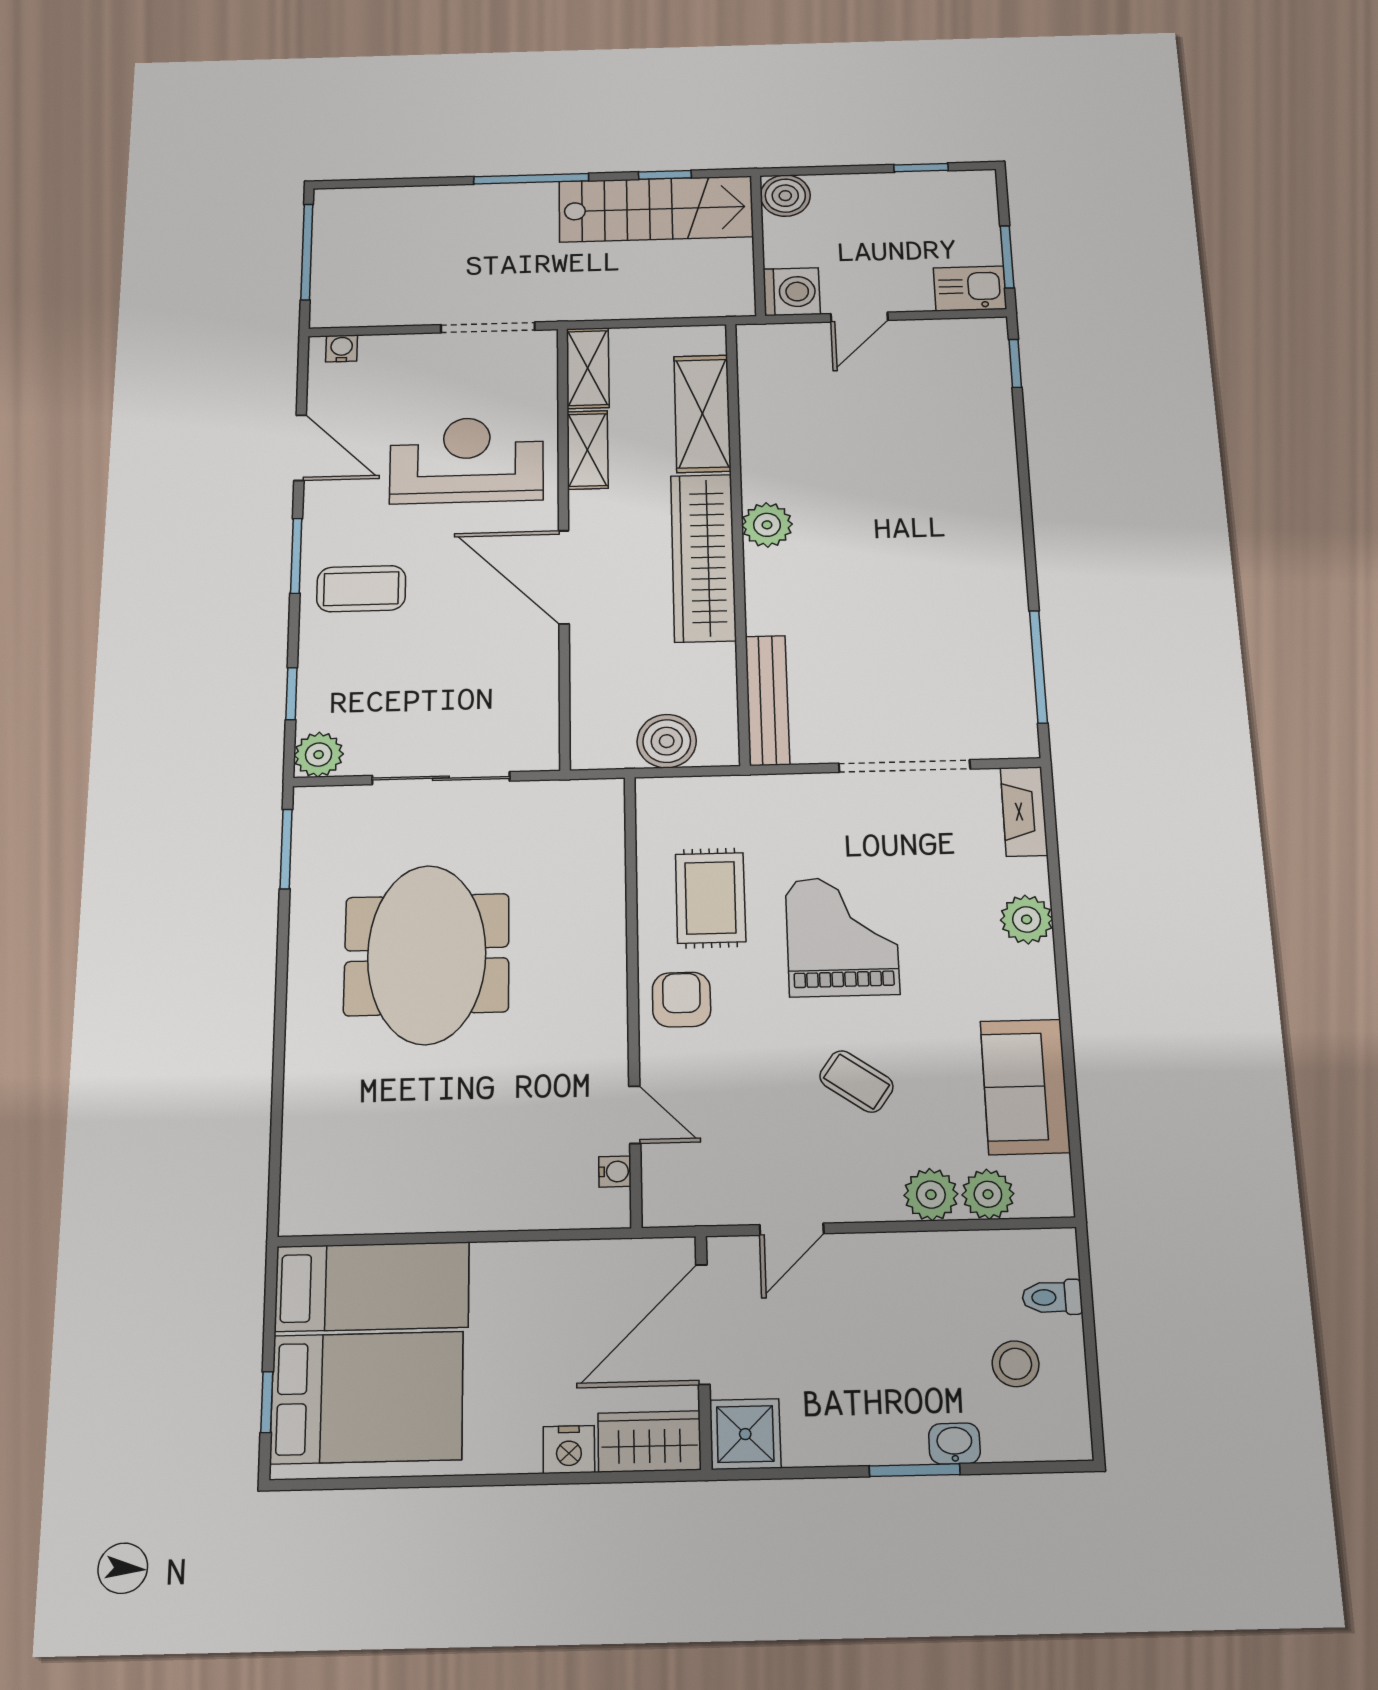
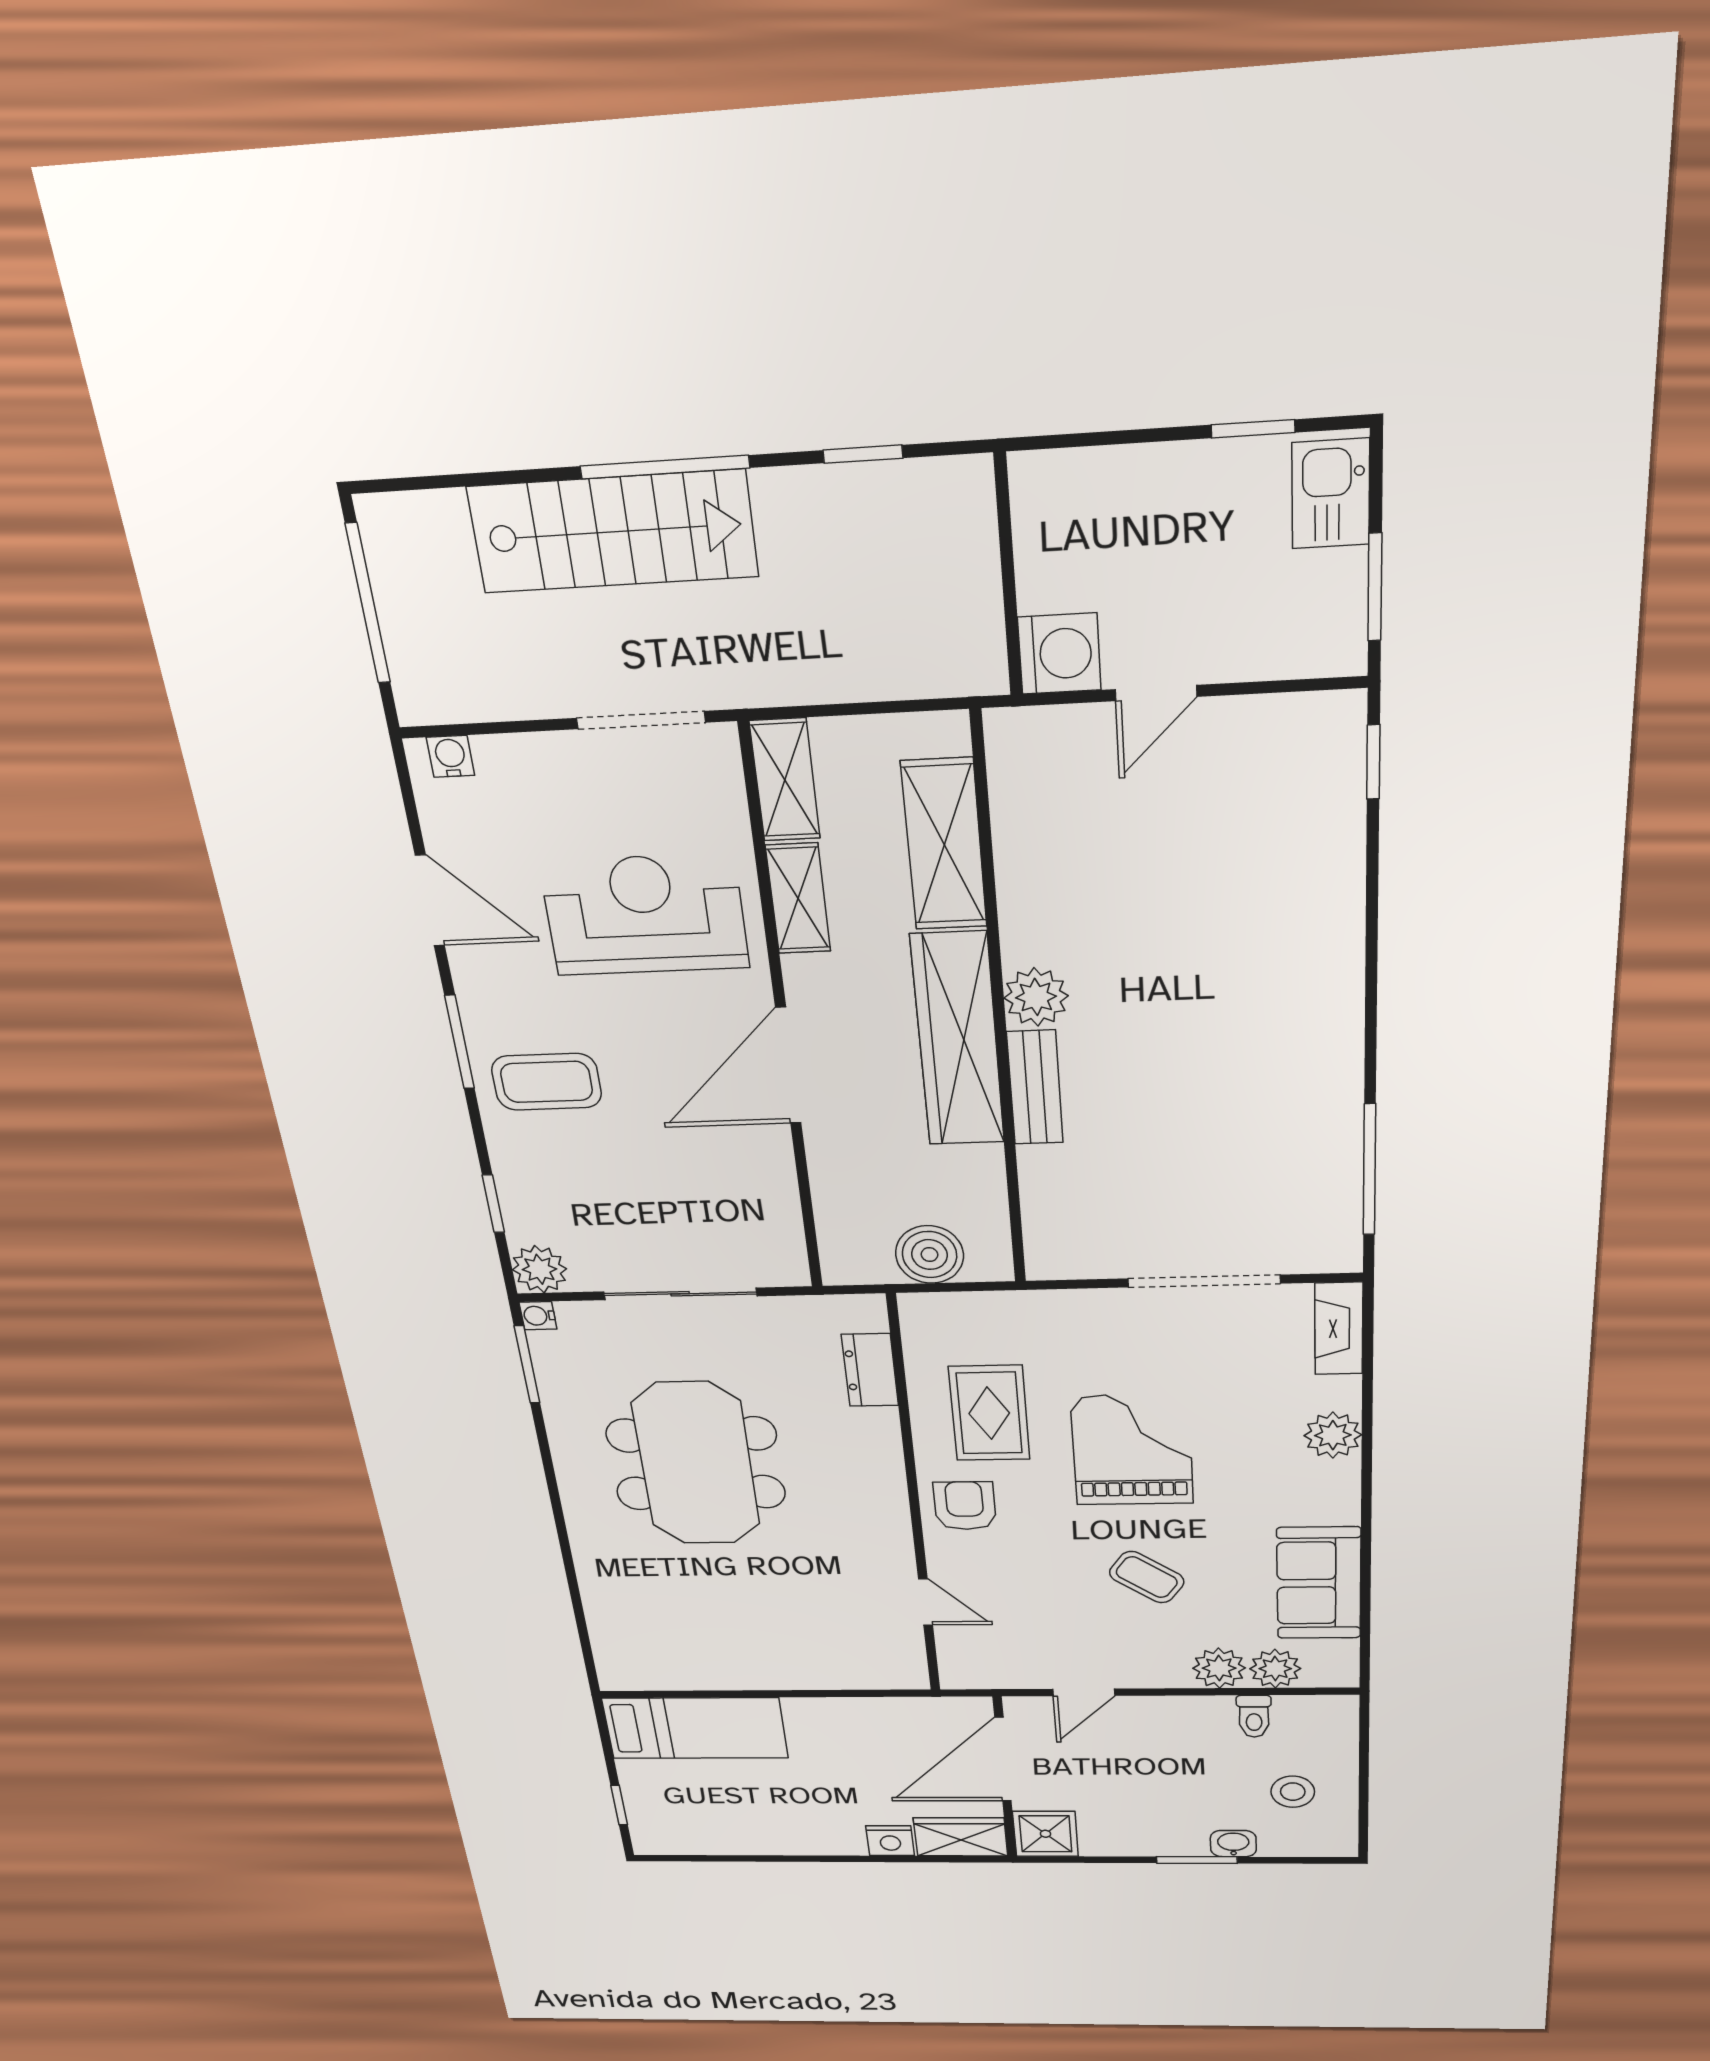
boiler: (785, 196) -> (1046, 487), removed
stairs: (656, 209) -> (613, 532), moved
kitchen sink: (970, 288) -> (1331, 494), moved, turned -90
door: (564, 577) -> (788, 1066), hinge flipped
bench: (767, 700) -> (1035, 1088), moved, width x0.73
dresser: (604, 854) -> (870, 1370), added
water cooler: (615, 1172) -> (538, 1316), moved, turned 180
toilet: (1052, 1297) -> (1254, 1716), moved, turned -90
bed: (367, 1397) -> (707, 1804), removed

